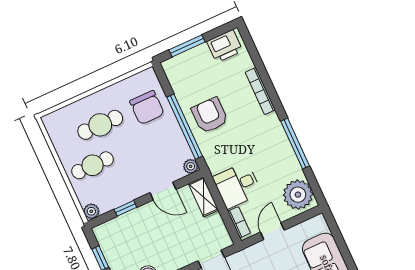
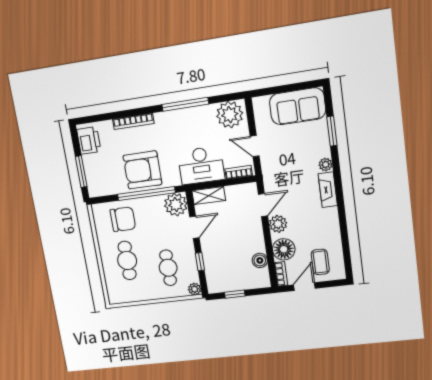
armchair: (210, 115) -> (142, 170), width x1.36, depth x1.36
cafe table: (93, 165) -> (168, 268), moved
plant: (191, 166) -> (176, 205), width x1.88, depth x1.88
desk: (237, 185) -> (201, 165), width x1.37

